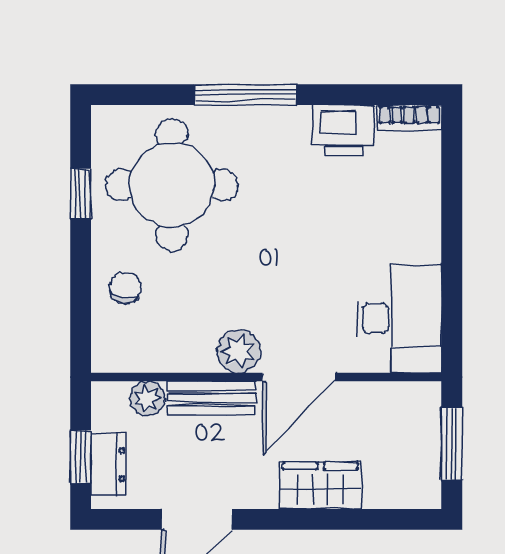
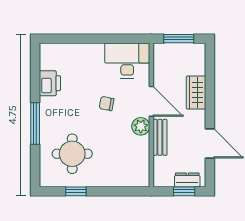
bookcase: (409, 118) -> (45, 56), removed
round table: (172, 185) -> (72, 154), width x0.73, depth x0.73
chair: (125, 288) -> (107, 104), moved
plant: (147, 398) -> (160, 164), removed

